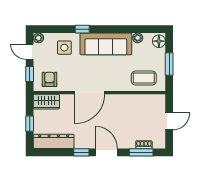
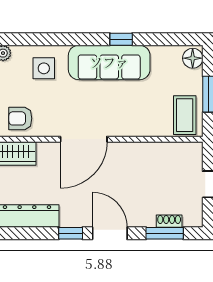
window: (82, 29) -> (121, 39), moved
plant: (138, 38) -> (159, 53), removed
coffee table: (144, 78) -> (185, 115), moved, turned 90
armchair: (49, 79) -> (20, 118), turned -90

